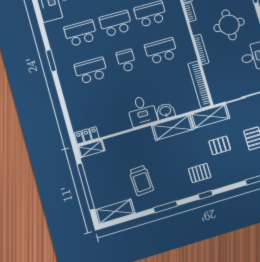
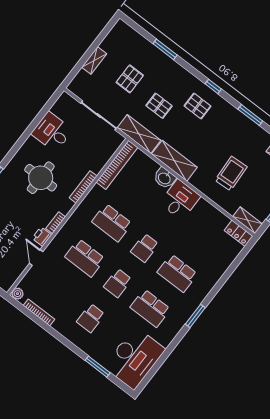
school desk: (116, 24) -> (118, 283), width x0.54
trolley: (141, 180) -> (231, 173), moved

